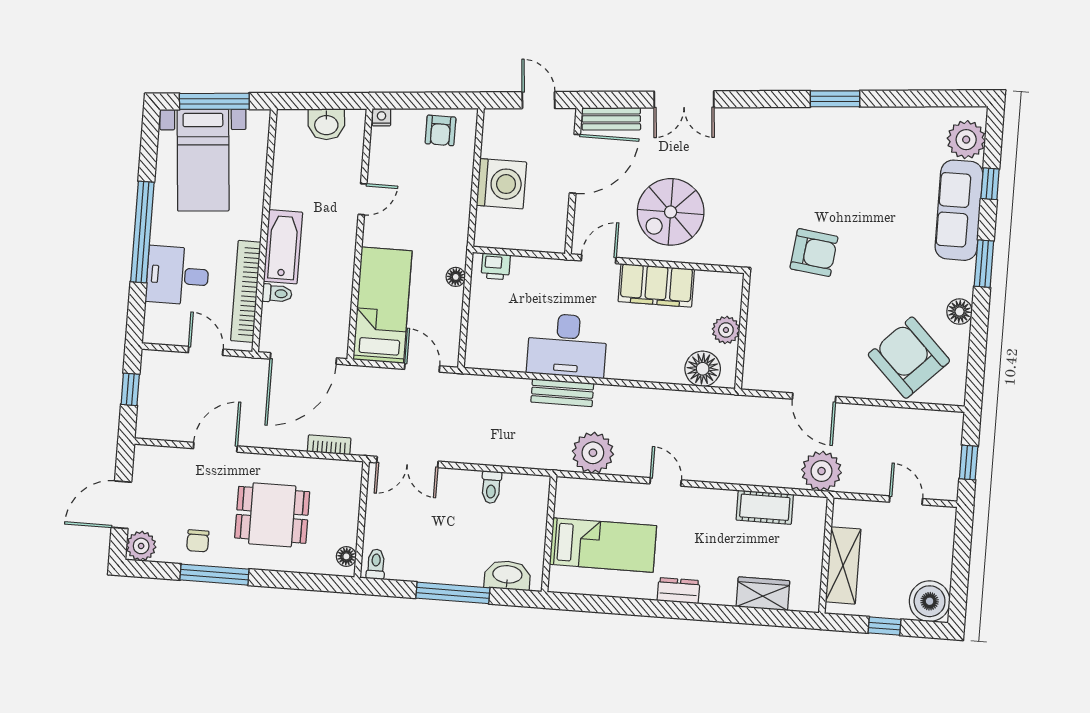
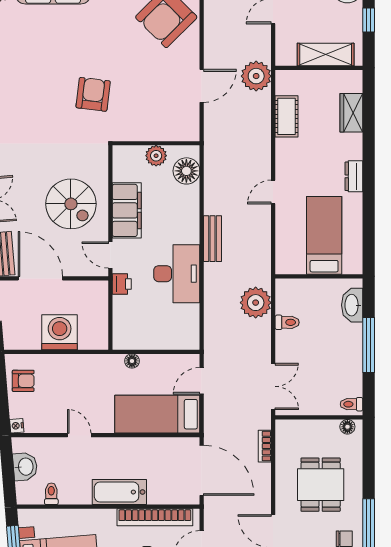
printer: (496, 266) -> (122, 284), moved
toilet: (277, 293) -> (51, 494), moved
bench: (562, 393) -> (213, 239), moved
plant: (593, 453) -> (256, 303), moved

